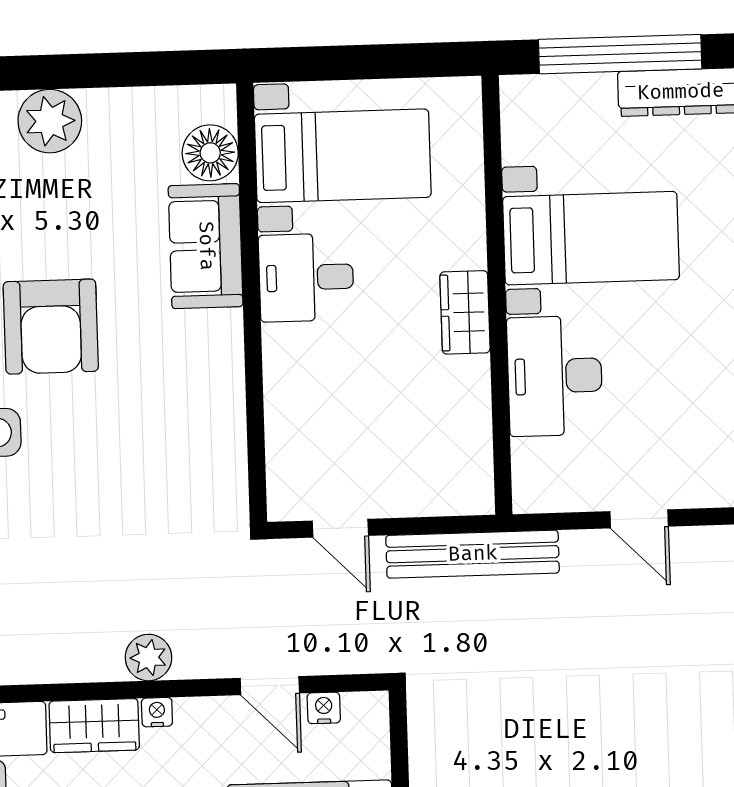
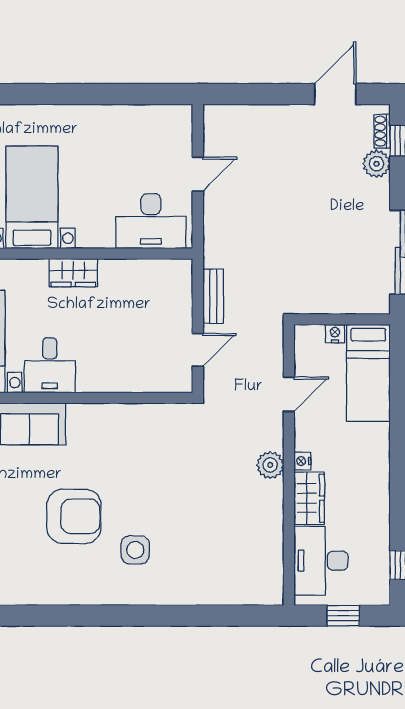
desk: (555, 376) -> (151, 221), moved
bench: (473, 554) -> (213, 296), width x0.54, depth x0.82
nightstand: (324, 708) -> (335, 334), moved, turned 90

